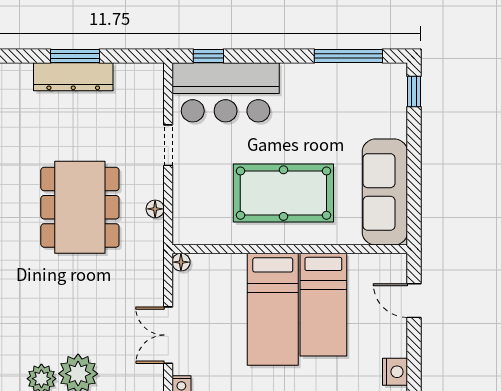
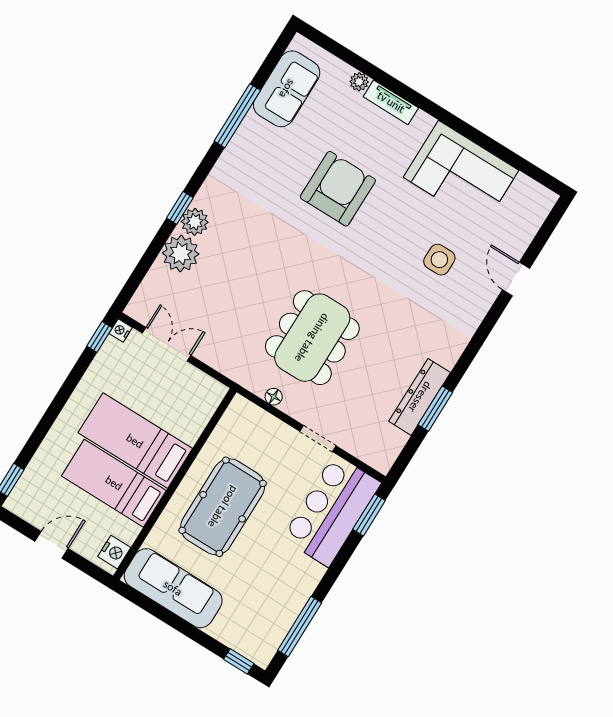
window: (208, 56) -> (369, 515), width x1.50
dining table: (80, 207) -> (312, 338), turned 90
floor lamp: (181, 262) -> (218, 391), removed
door: (414, 301) -> (52, 545), moved
nightstand: (395, 372) -> (114, 552), moved, turned -90

